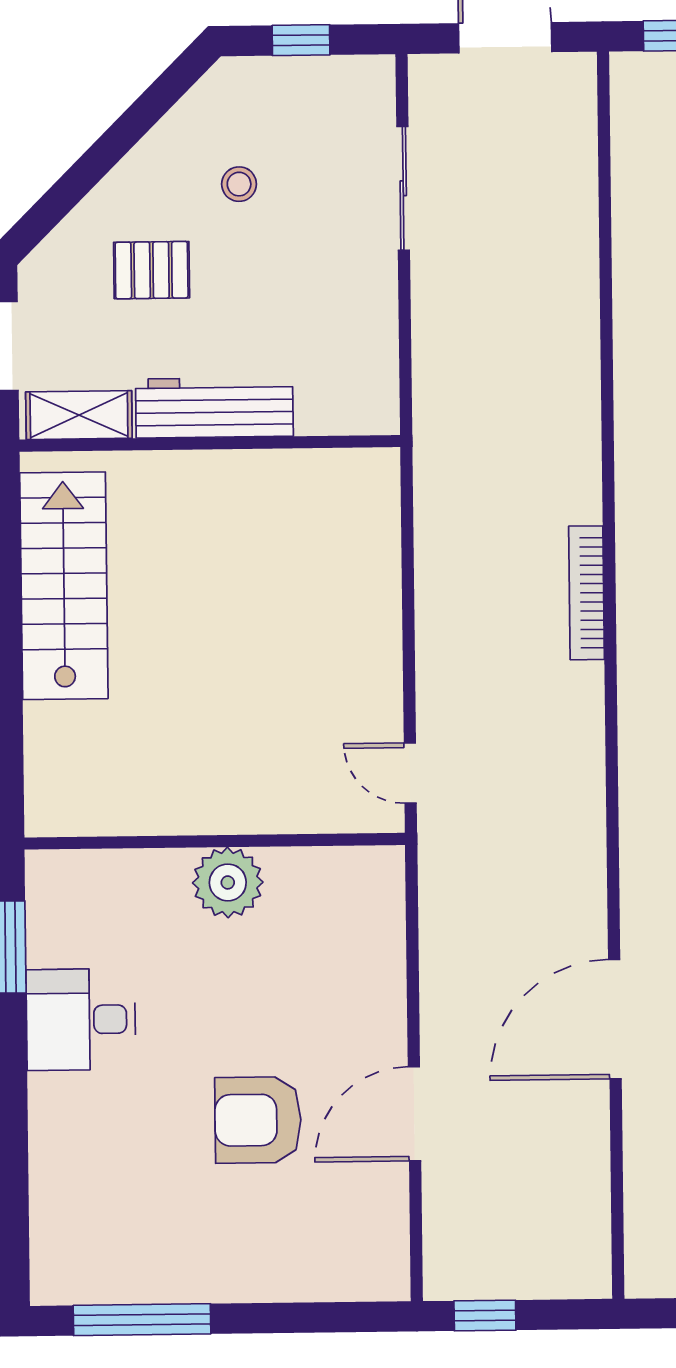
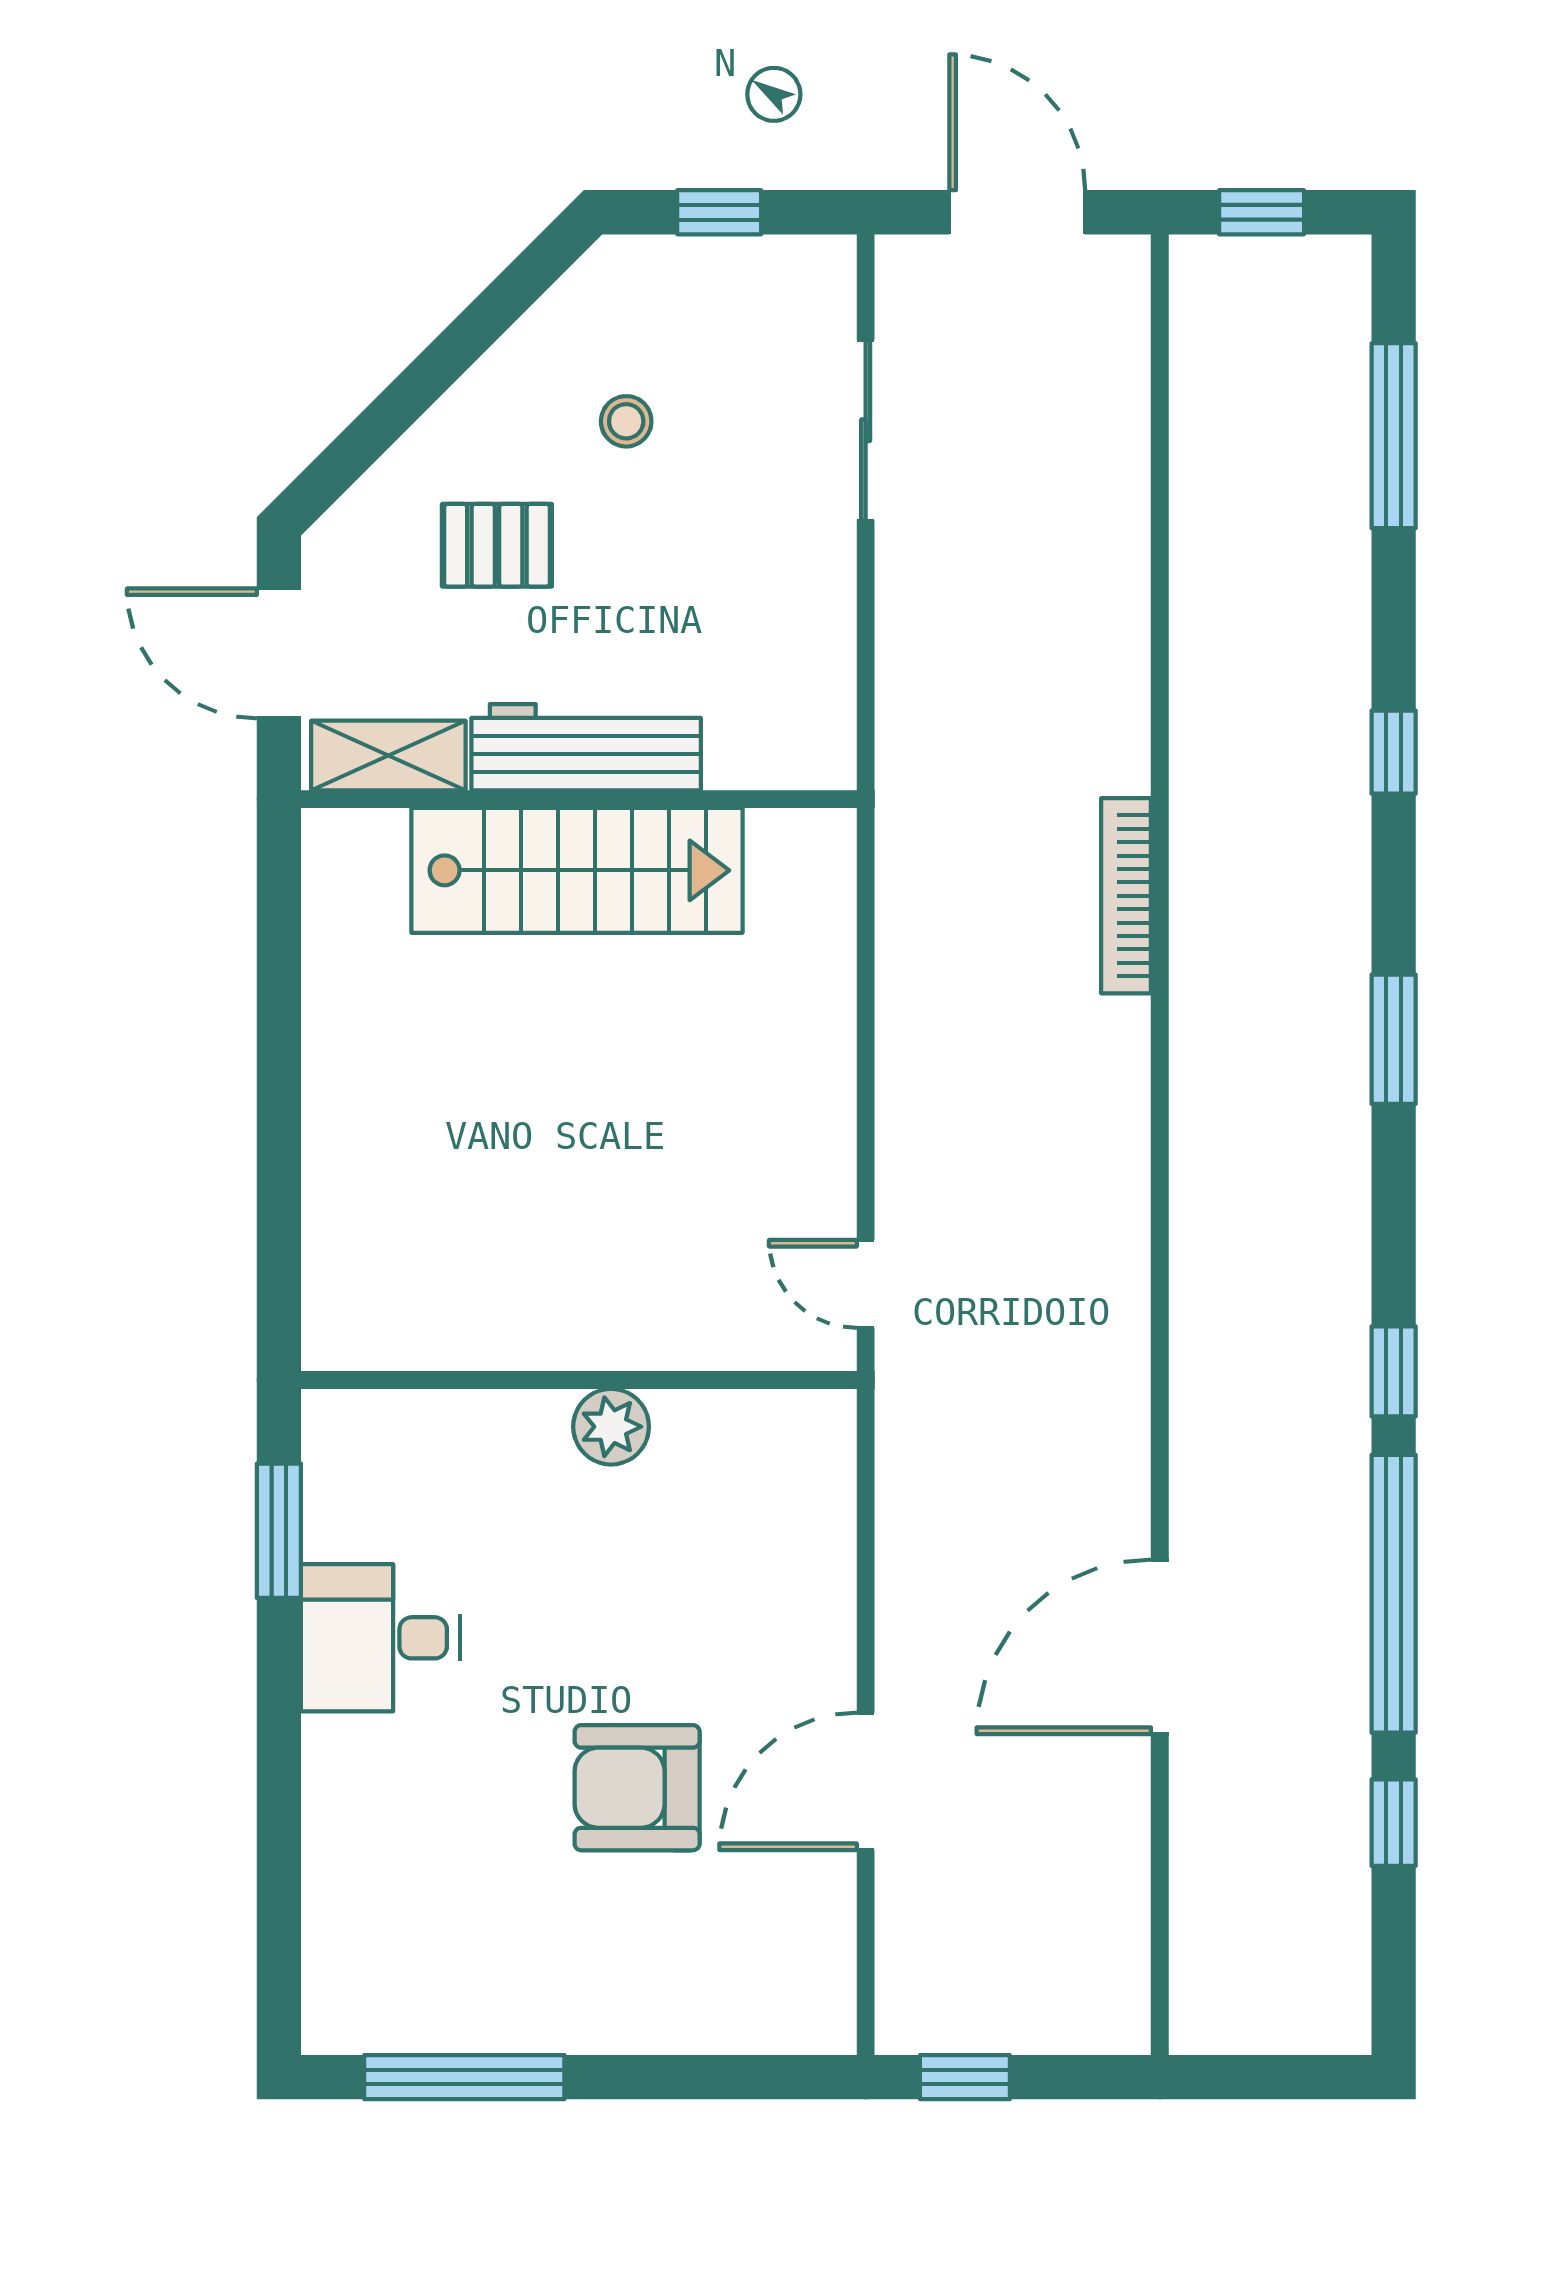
stairs: (64, 586) -> (577, 870), moved, turned 90
bookcase: (586, 593) -> (1126, 896), moved
plant: (228, 882) -> (611, 1427), width x0.73, depth x0.73

